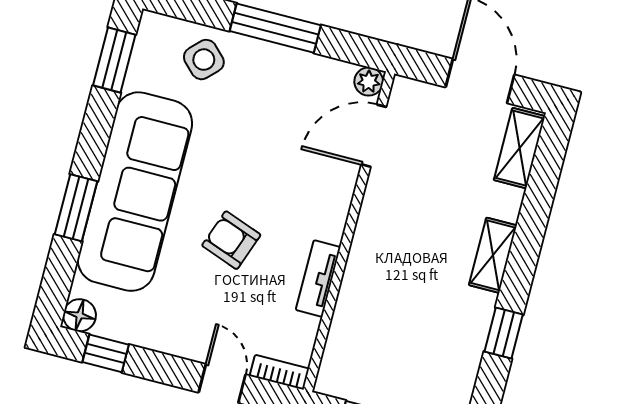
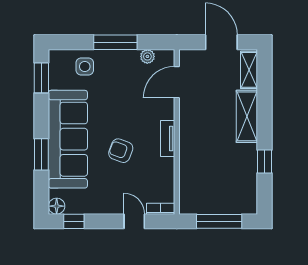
side table: (204, 60) -> (85, 66), turned 45
plant: (369, 82) -> (147, 56), moved
shelving: (493, 255) -> (247, 116), width x1.50, depth x1.33
tv unit: (318, 279) -> (168, 139), moved

